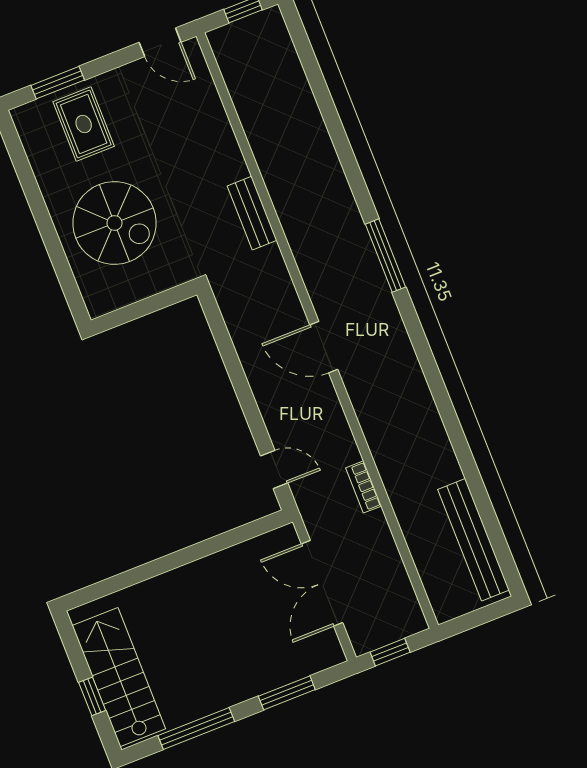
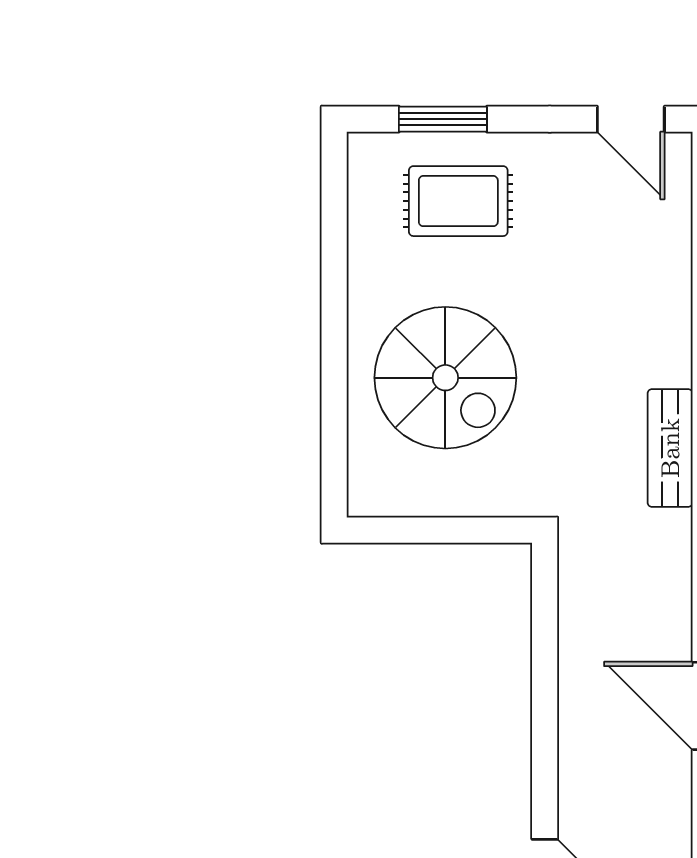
rug: (84, 124) -> (458, 201), turned 90

